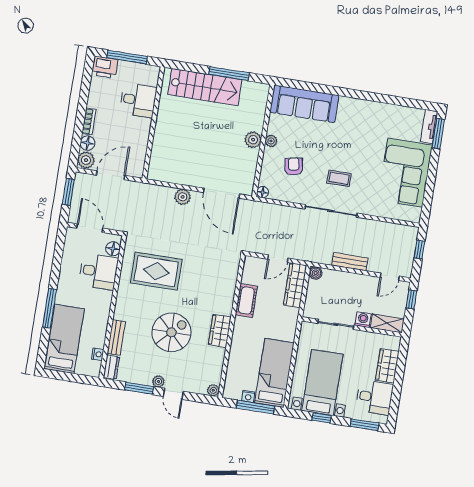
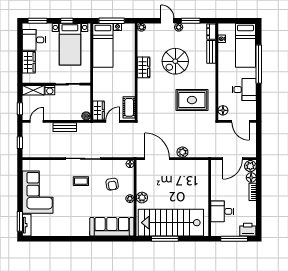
stairs: (205, 87) -> (171, 223), width x1.36, depth x1.51
window: (68, 192) -> (259, 143), removed
desk: (98, 272) -> (244, 90), moved, turned 180
wardrobe: (295, 285) -> (99, 111), width x0.67
cot: (246, 300) -> (129, 107), moved
window: (49, 308) -> (259, 64), width x1.46

